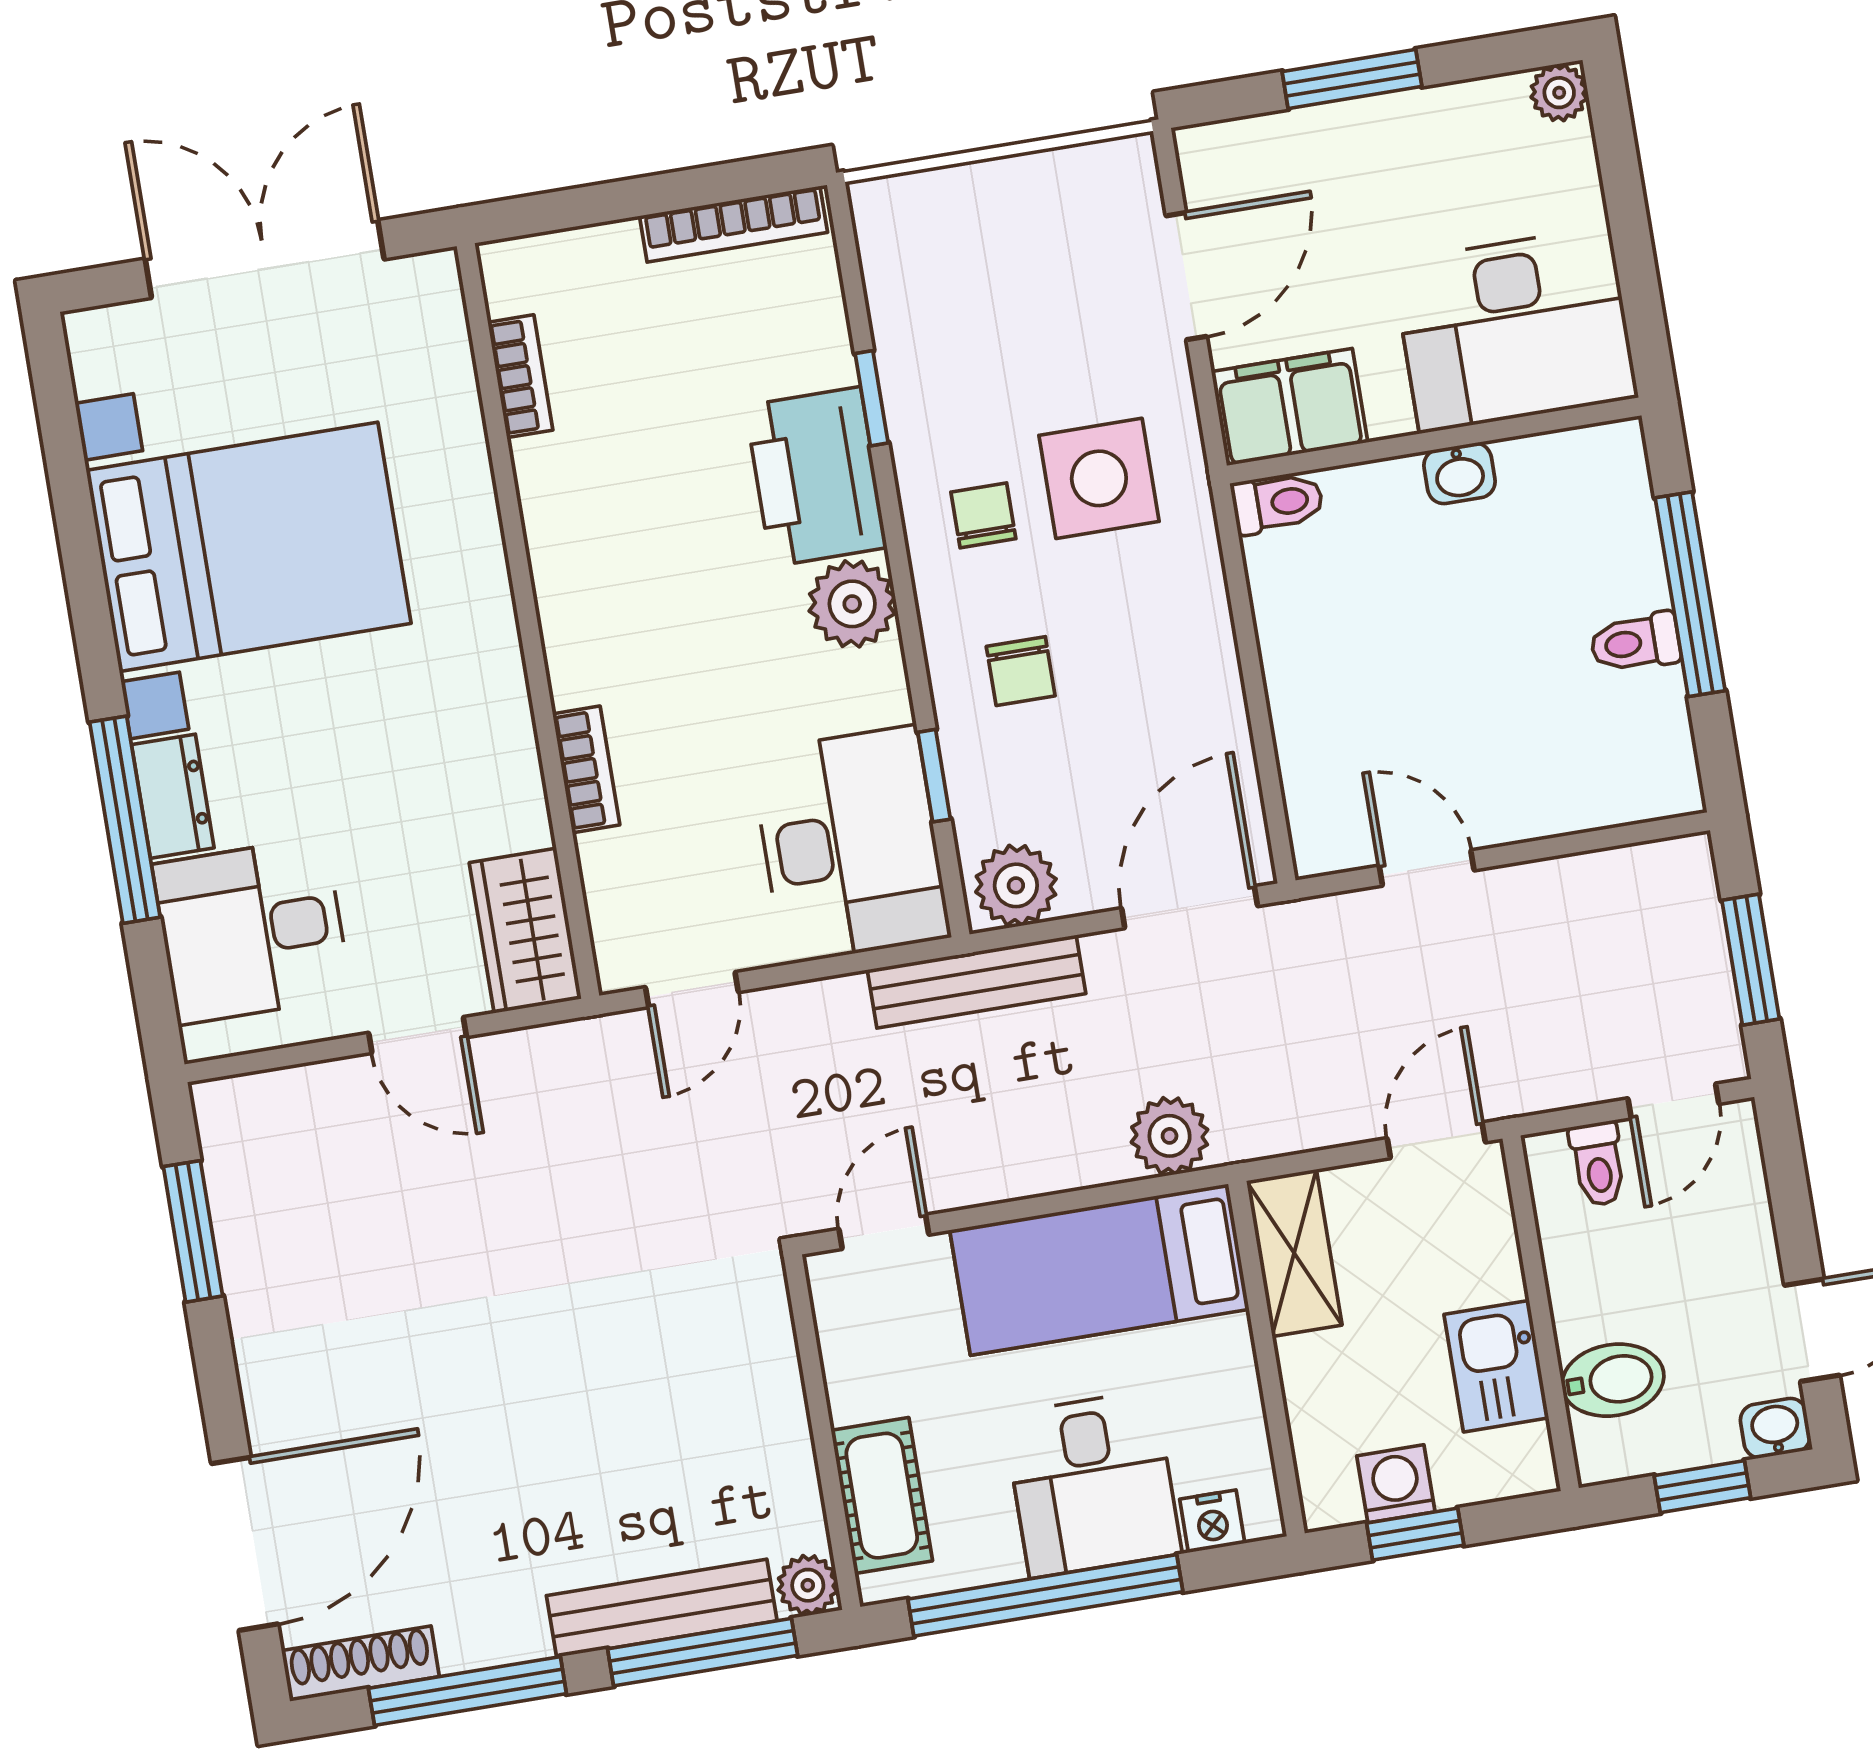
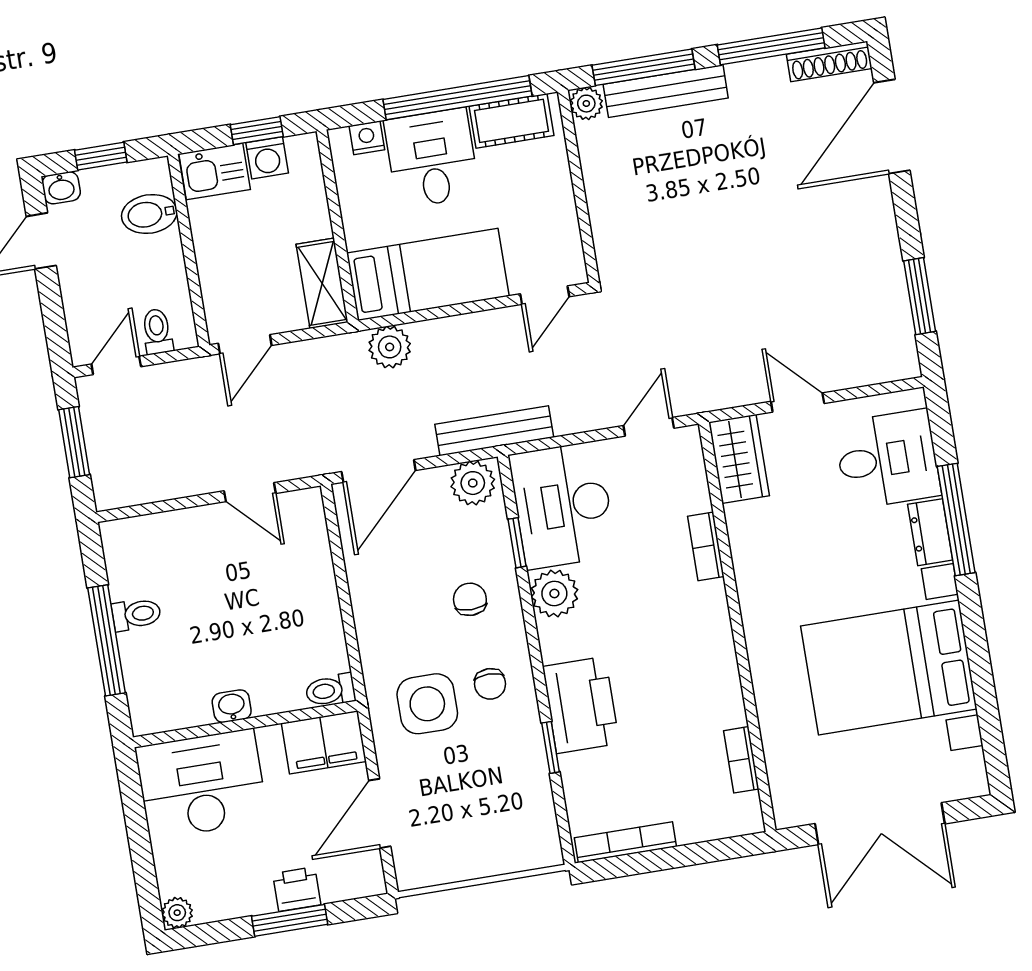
printer: (1339, 136) -> (297, 889), added
plant: (852, 604) -> (554, 594), moved
kitchen sink: (1496, 1366) -> (215, 172), moved, turned 90
cot: (882, 1496) -> (512, 121), moved, turned 90

